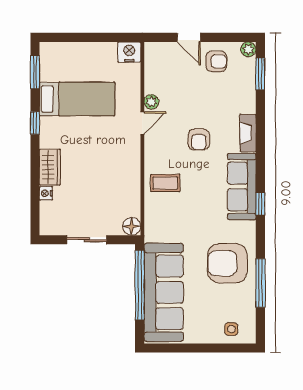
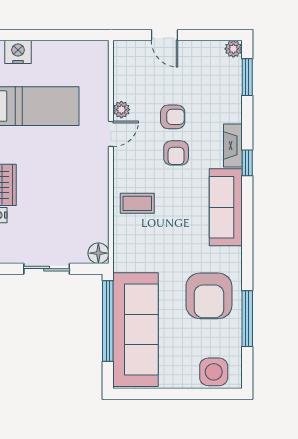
nightstand: (129, 52) -> (18, 52), moved
armchair: (216, 61) -> (173, 117), moved
window: (260, 204) -> (247, 163), moved
armchair: (227, 263) -> (209, 296), turned -90
side table: (231, 329) -> (214, 372), width x1.87, depth x1.87

